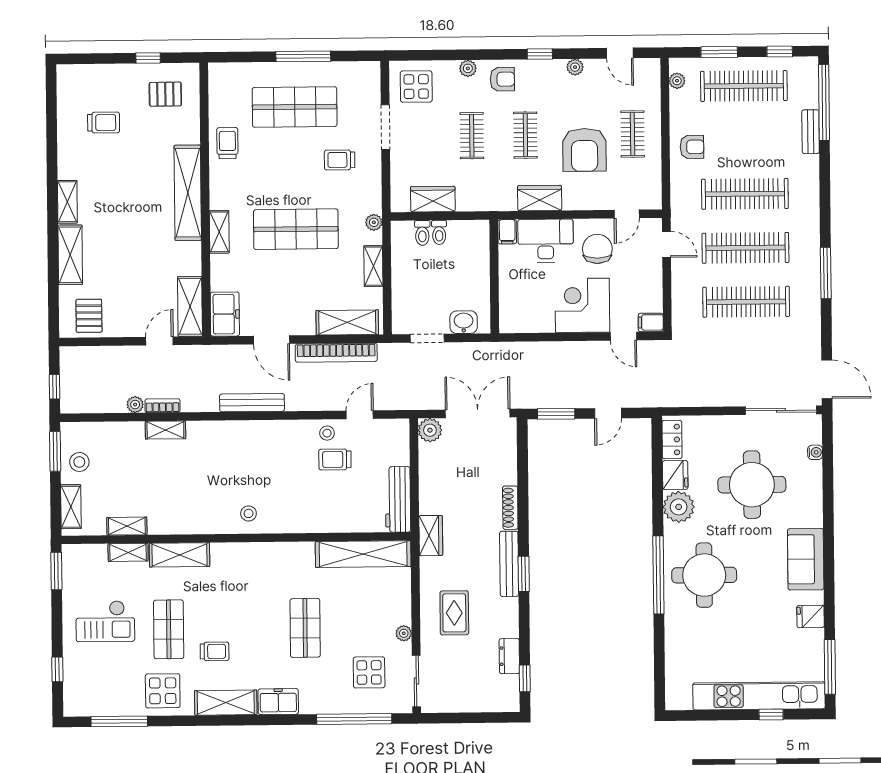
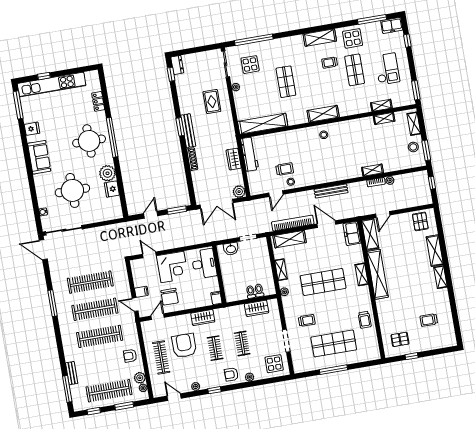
plant: (680, 101) -> (140, 378), added
window: (824, 103) -> (67, 389), width x0.68
clothes rail: (633, 134) -> (161, 357), width x1.36
shelving: (188, 193) -> (378, 274), moved
desk: (546, 241) -> (204, 264), moved, turned -90
filing cabinet: (651, 322) -> (141, 292), moved
locker: (672, 439) -> (98, 101), moved
wardrobe: (431, 536) -> (234, 159), moved
shelving: (180, 555) -> (323, 114), moved
checkout: (105, 621) -> (387, 69), turned 90
dresser: (509, 656) -> (177, 65), moved
freezer: (278, 702) -> (392, 25), moved

